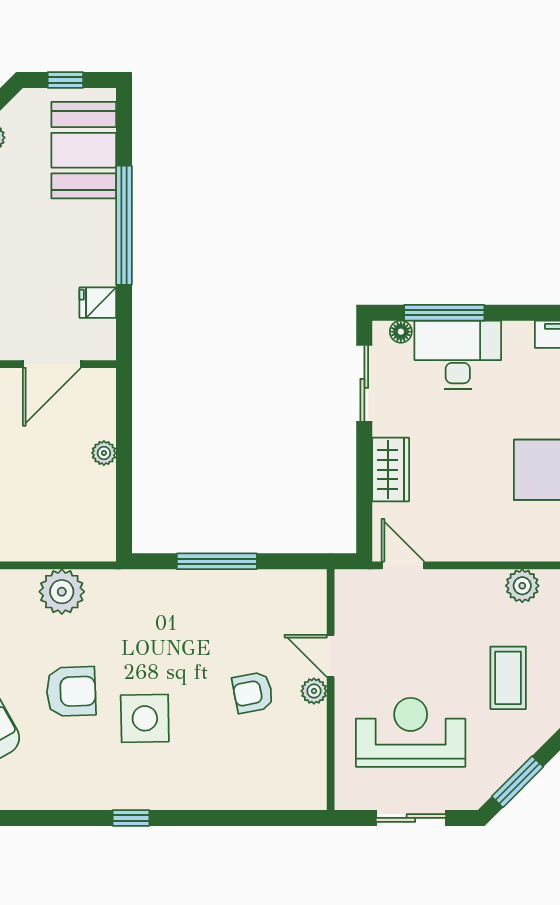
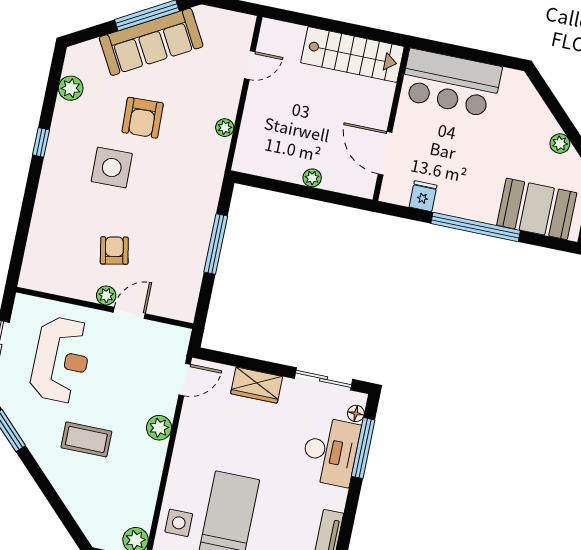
plant: (522, 586) -> (159, 428), moved
plant: (62, 592) -> (225, 128), width x0.53, depth x0.53
plant: (52, 794) -> (71, 88), added

